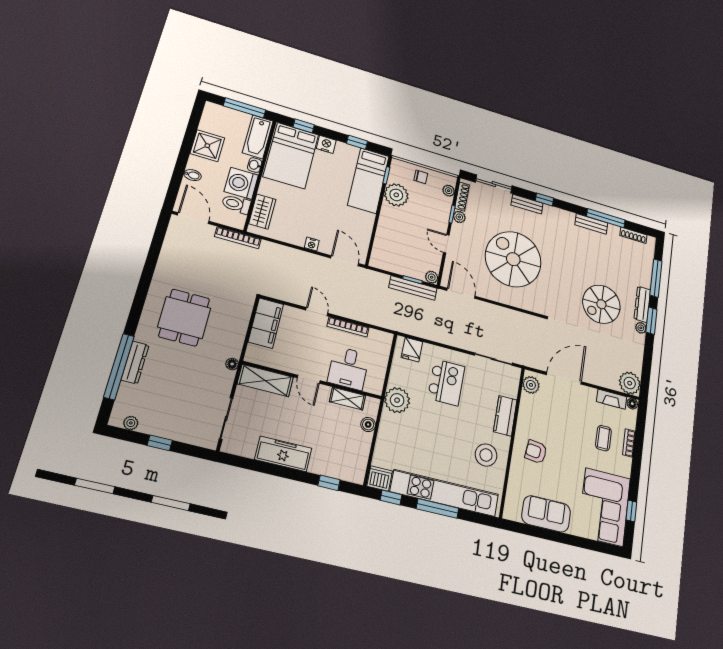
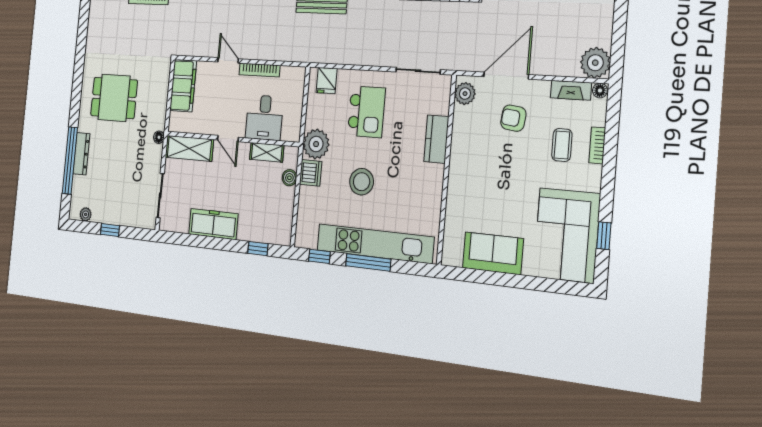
dining table: (184, 318) -> (114, 98), turned 90
armchair: (536, 452) -> (513, 118), moved
stool: (486, 455) -> (362, 182), moved
dishwasher: (380, 479) -> (311, 173), moved, turned 90

